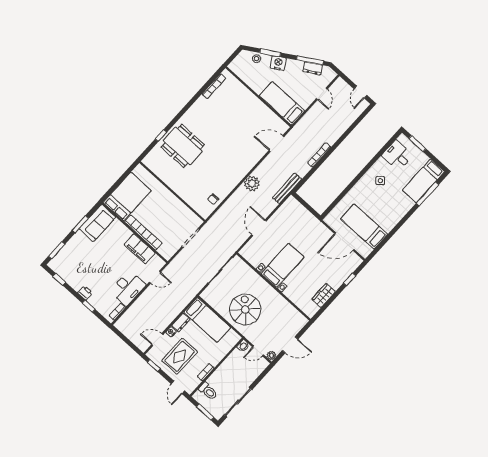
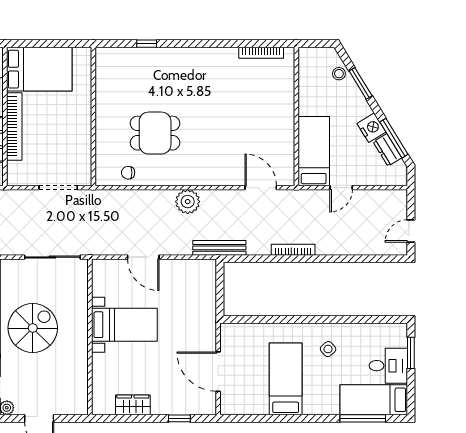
nightstand: (278, 63) -> (372, 128), moved
door: (322, 94) -> (341, 188), moved
dining table: (183, 146) -> (155, 133), moved, width x0.73
desk: (397, 155) -> (388, 366), moved, turned 90
bed: (364, 226) -> (286, 379), moved
door: (259, 228) -> (143, 257), swing flipped

